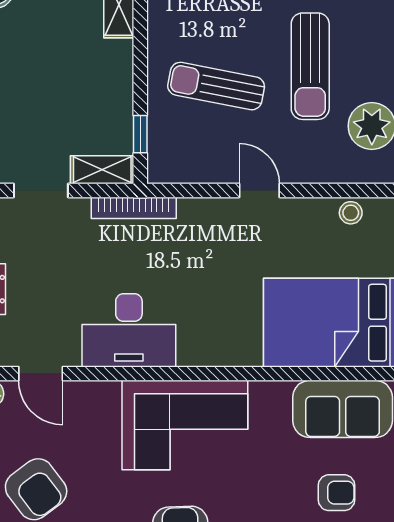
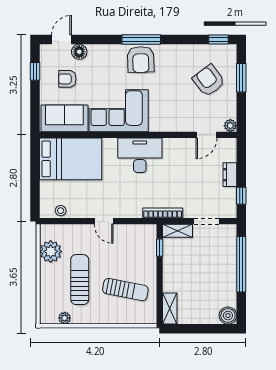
sun lounger: (216, 86) -> (125, 290), moved
desk: (129, 330) -> (140, 155), moved
door: (41, 374) -> (207, 135), swing flipped
corner sofa: (185, 425) -> (119, 111), moved

